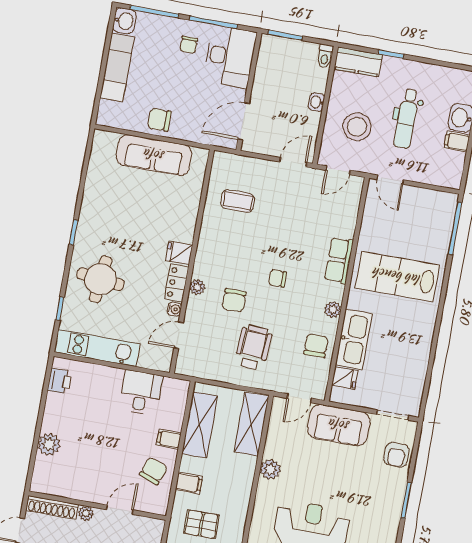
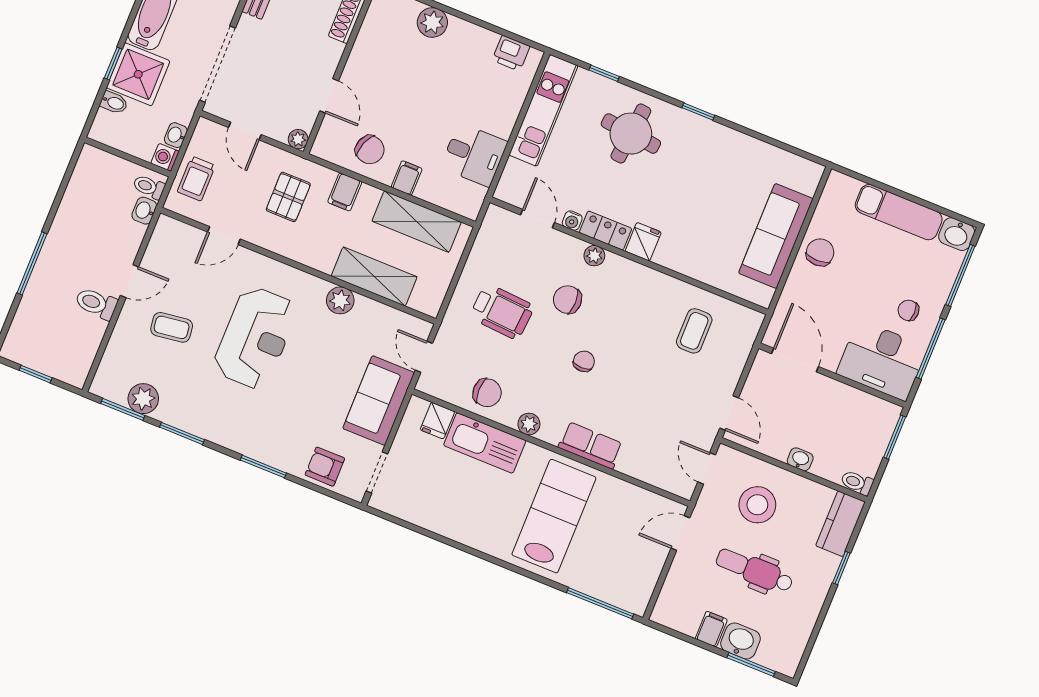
shelving: (252, 424) -> (374, 276), moved
plant: (86, 513) -> (298, 139), moved

